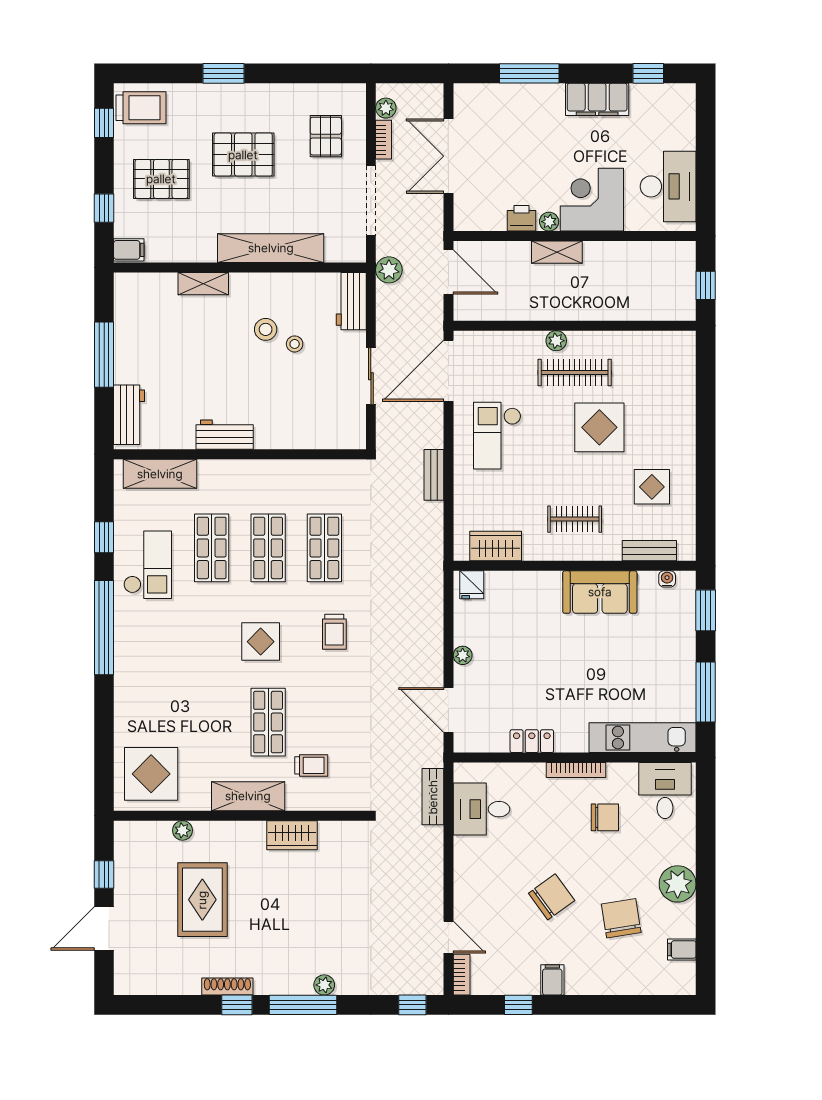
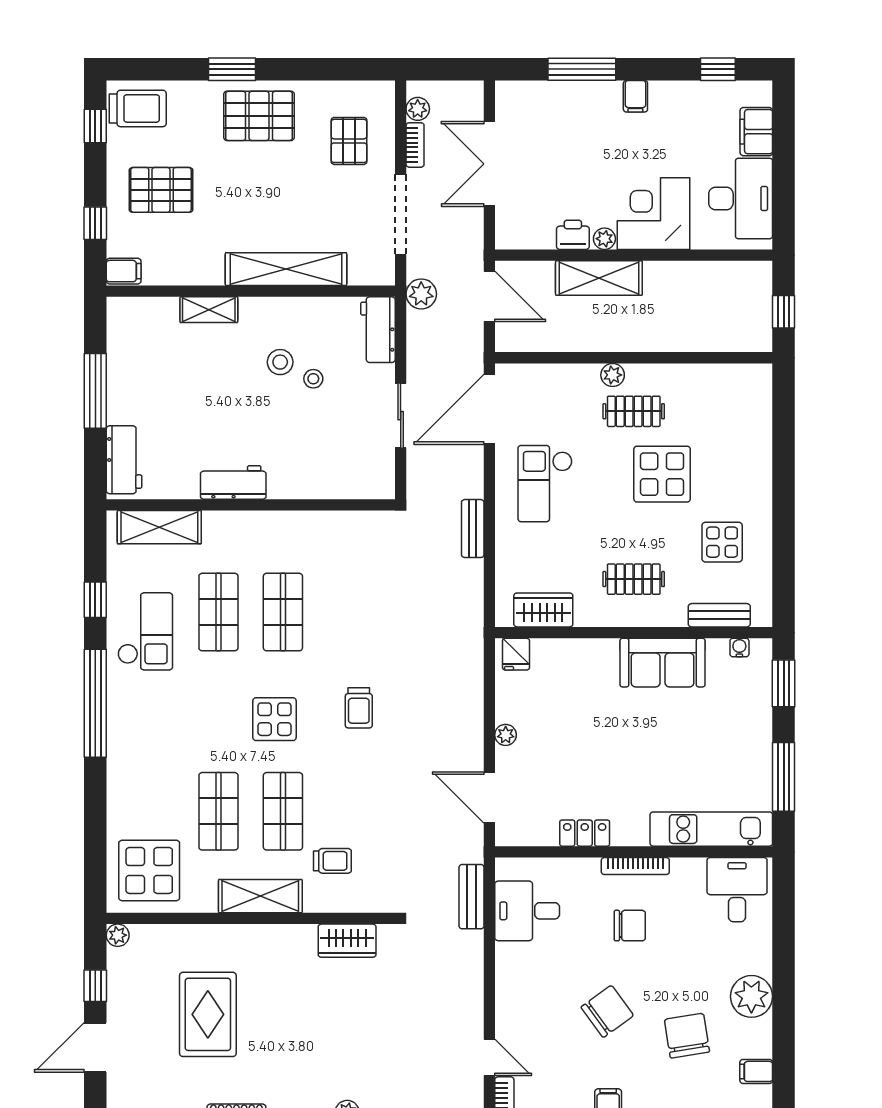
filing cabinet: (597, 99) -> (635, 96), width x0.33, depth x0.86
filing cabinet: (682, 128) -> (756, 132), added
pallet: (243, 155) -> (259, 116), moved
shelving: (557, 252) -> (599, 278), width x1.50, depth x1.33
clothes rail: (575, 372) -> (634, 411), width x0.73
shop shelf: (324, 548) -> (218, 811), moved
chair: (605, 817) -> (630, 926), moved
plant: (182, 830) -> (118, 935), moved
wardrobe: (292, 835) -> (347, 941), moved

